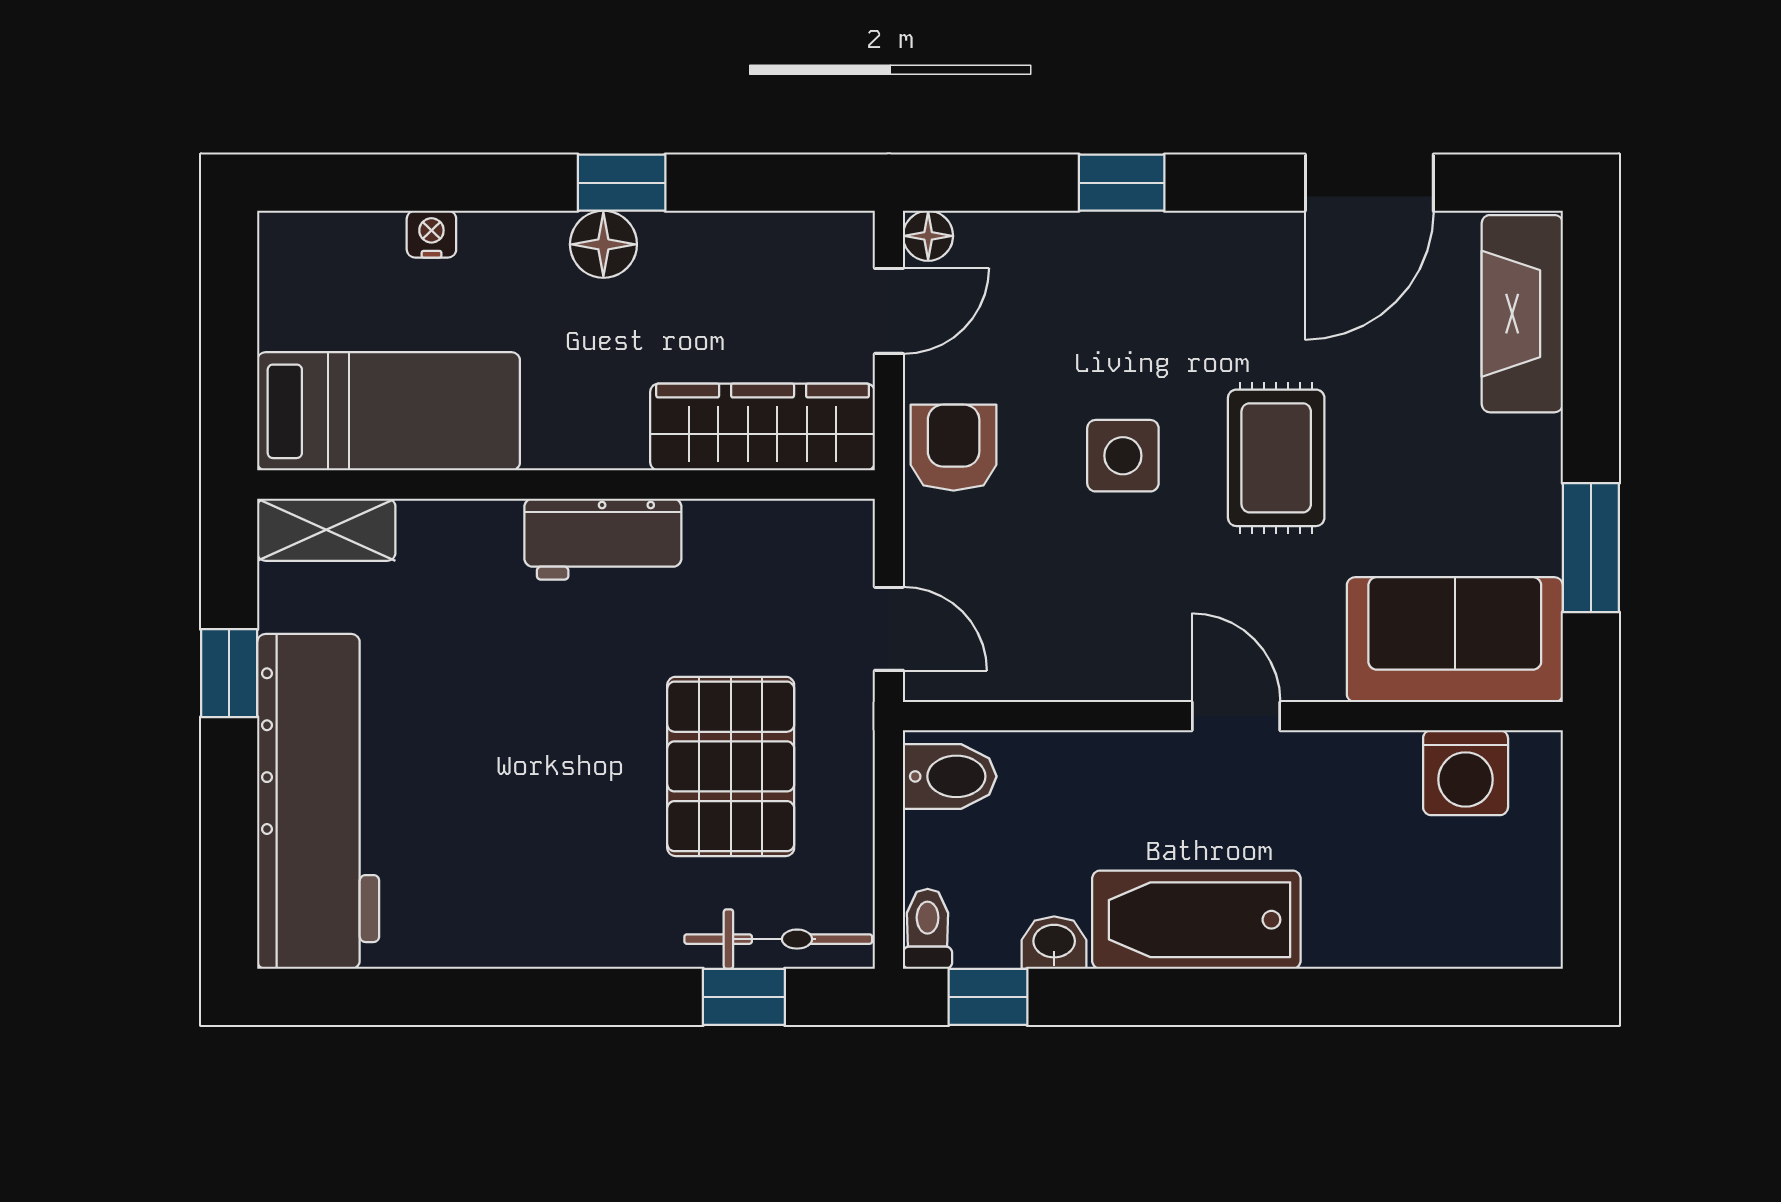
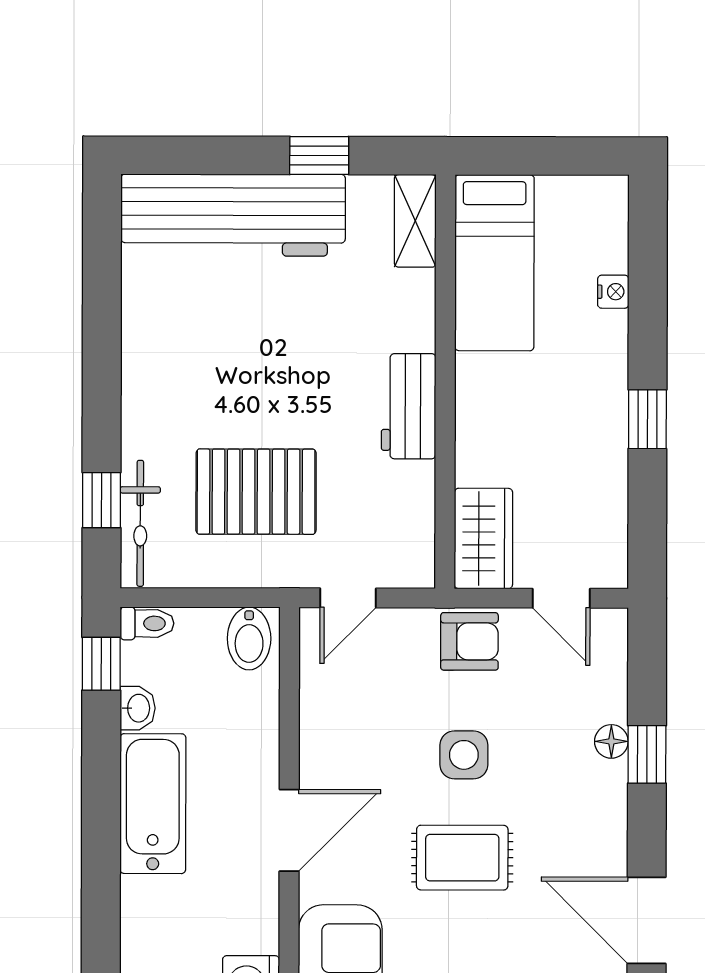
floor lamp: (928, 236) -> (611, 741), moved
floor lamp: (603, 244) -> (606, 407), removed
wardrobe: (763, 427) -> (483, 538), width x0.67
door: (1236, 716) -> (289, 830), width x1.38

